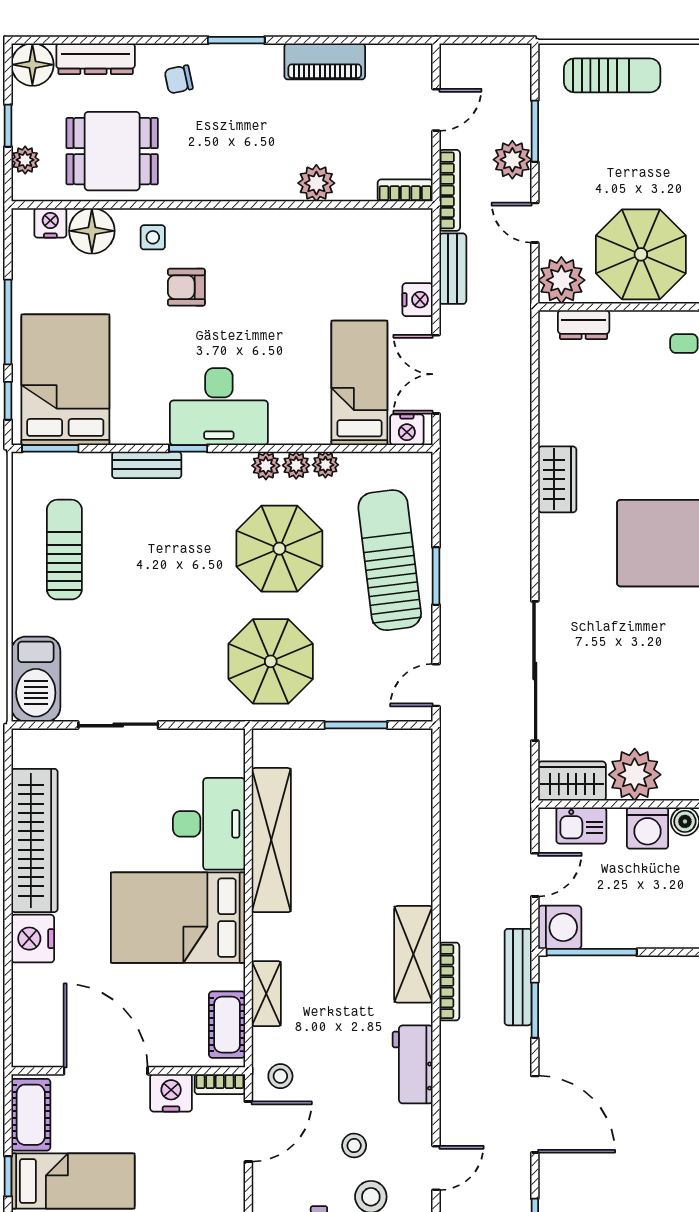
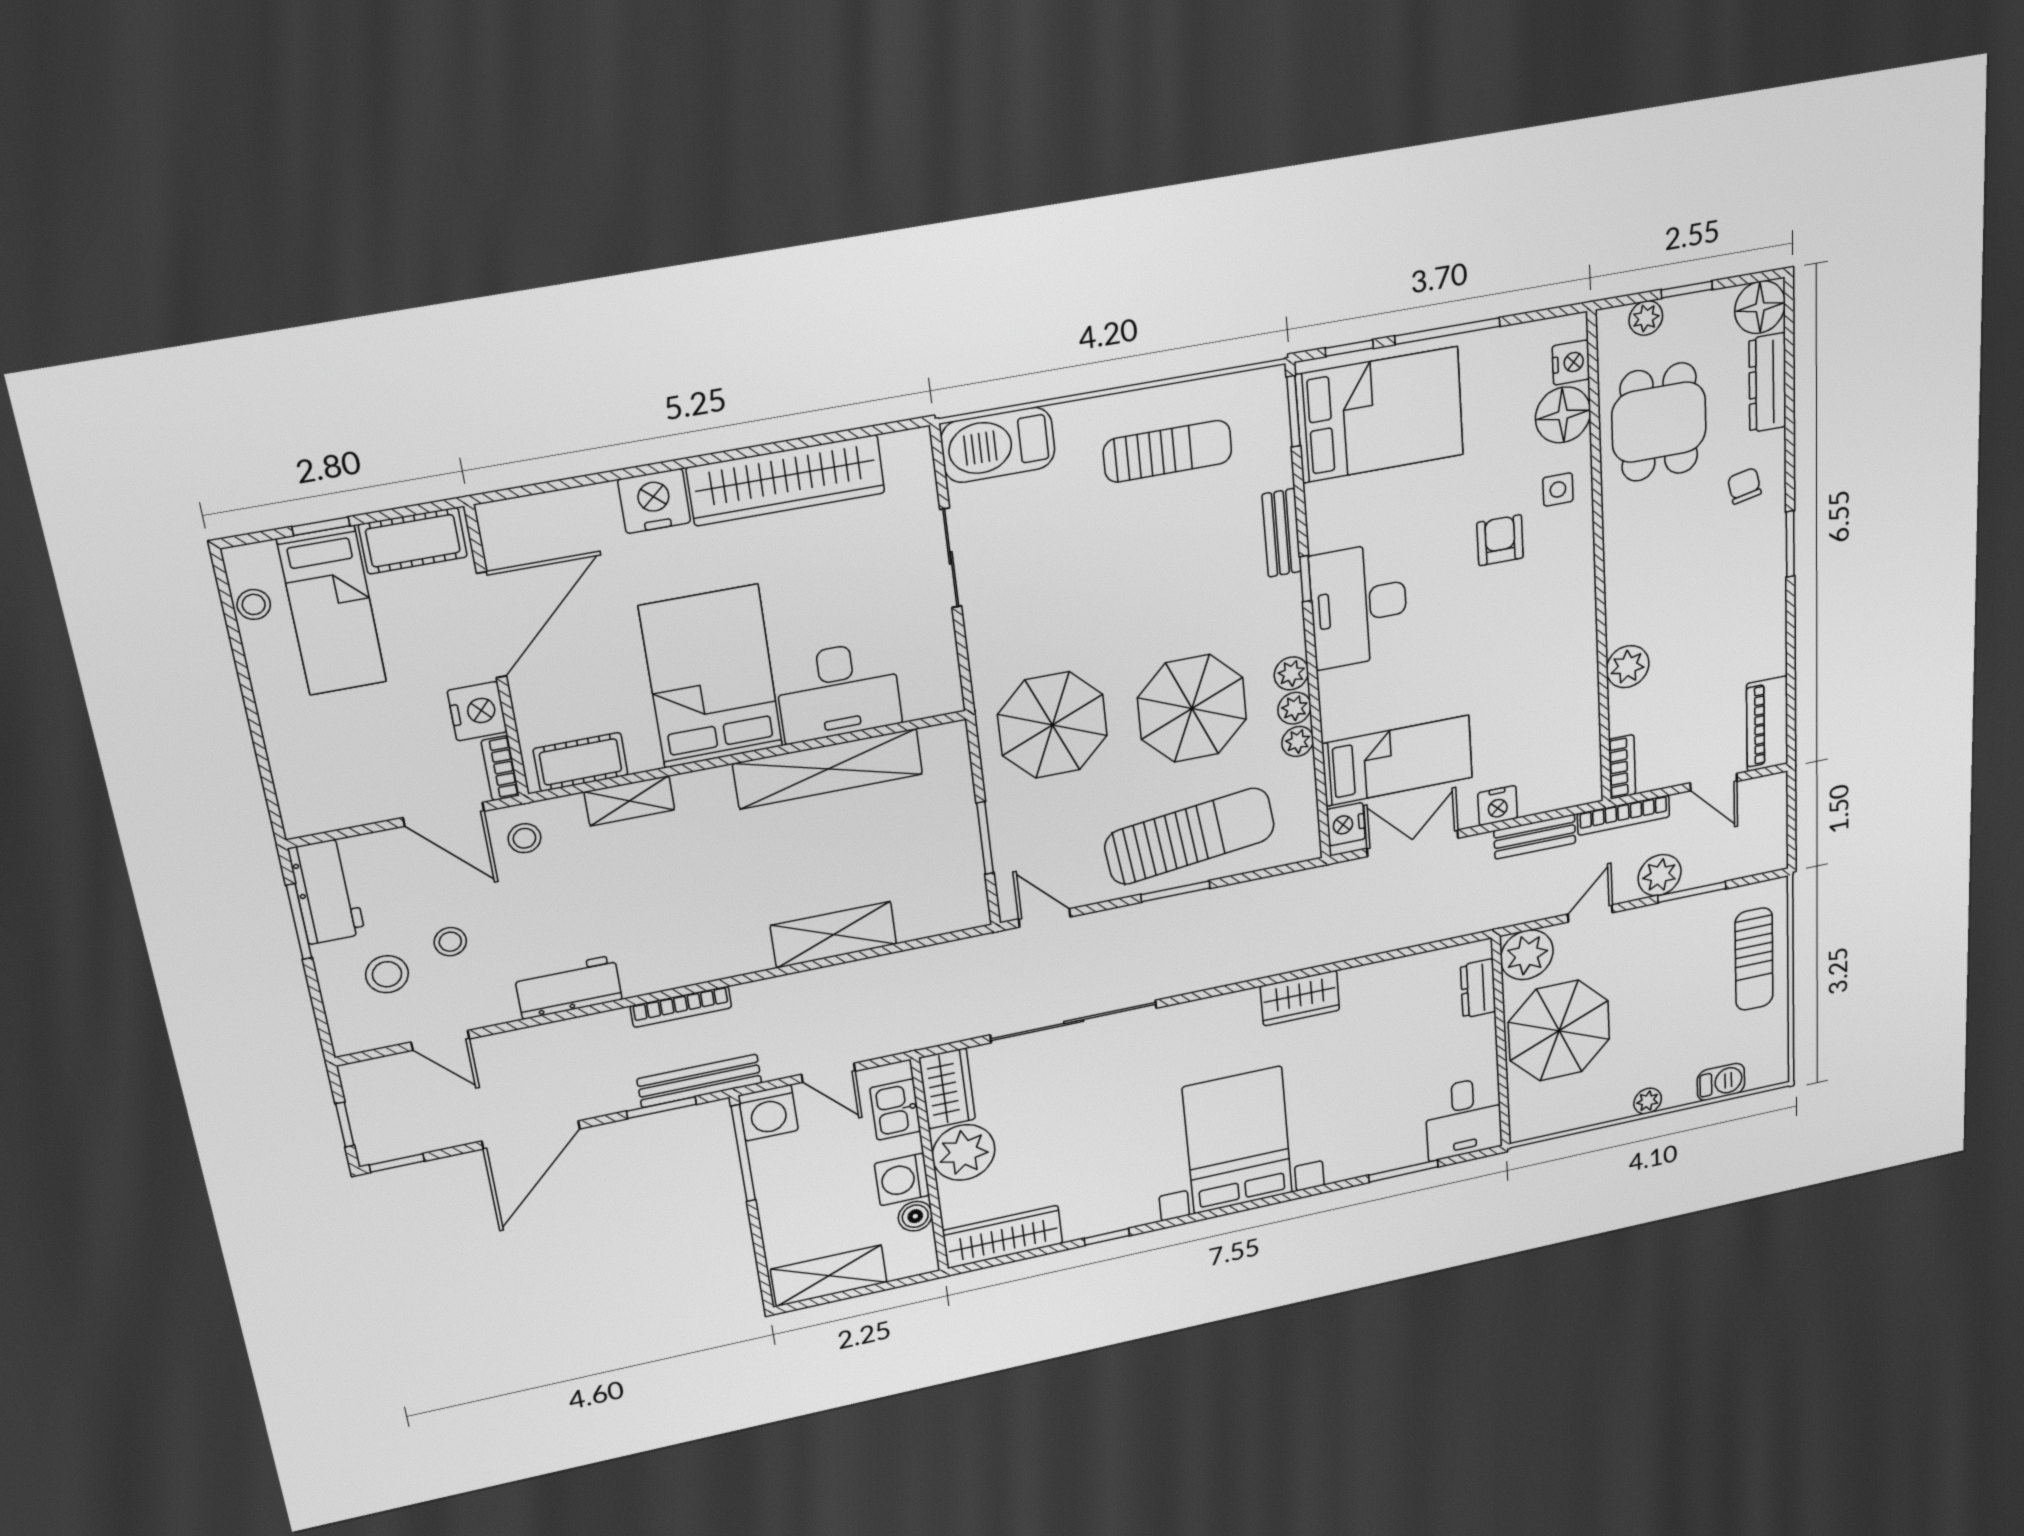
piano: (325, 61) -> (1767, 724), moved
shelving: (413, 954) -> (834, 935), moved

